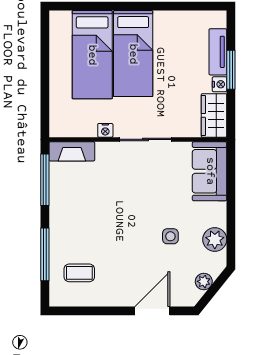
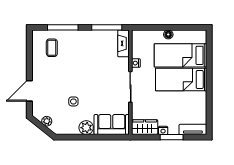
tv unit: (218, 52) -> (193, 129), moved
floor lamp: (57, 75) -> (168, 34), added
plant: (215, 240) -> (86, 128), moved
door: (152, 311) -> (29, 91), swing flipped

